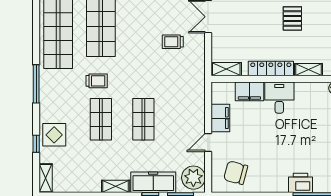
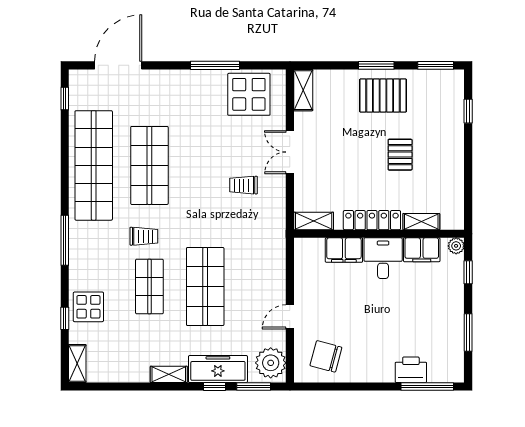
filing cabinet: (220, 118) -> (422, 250), moved, turned 90
shop shelf: (143, 119) -> (205, 286), width x1.43, depth x1.36

